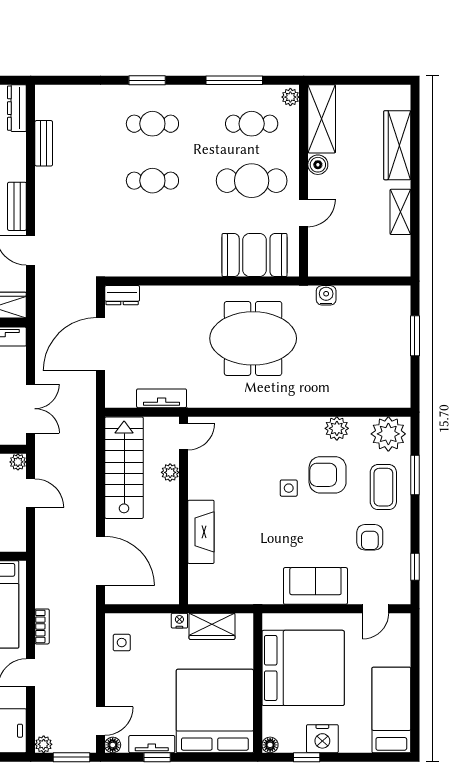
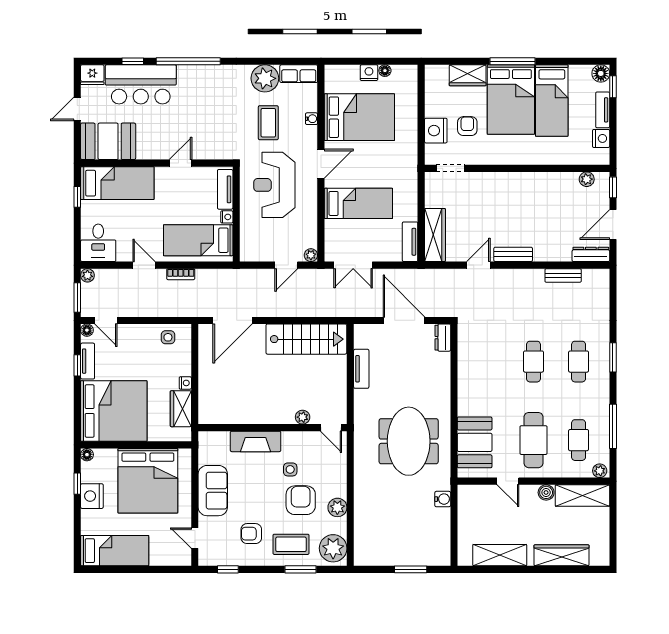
shelving: (400, 212) -> (500, 555), width x1.50, depth x1.33
door: (183, 436) -> (331, 428), moved
plant: (170, 472) -> (303, 417), moved
wall: (183, 510) -> (273, 428), moved
fireplace: (201, 532) -> (256, 441), moved

